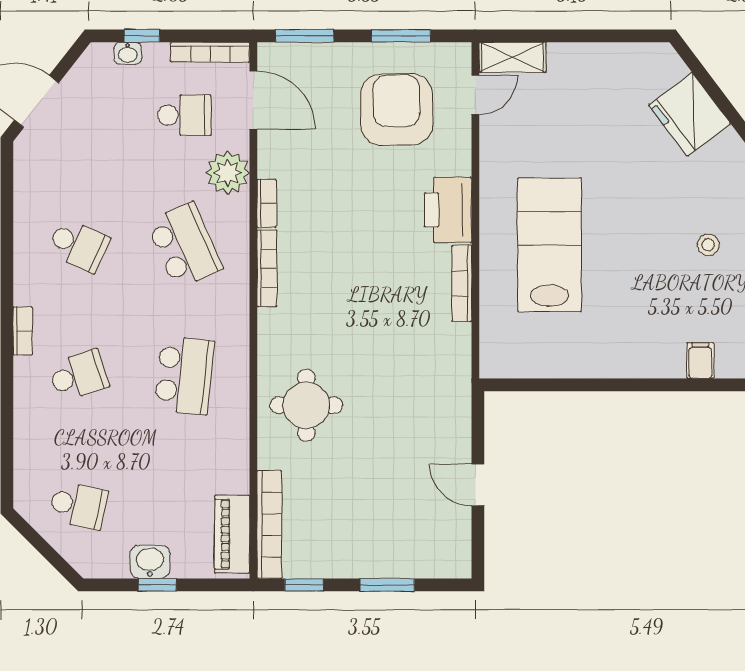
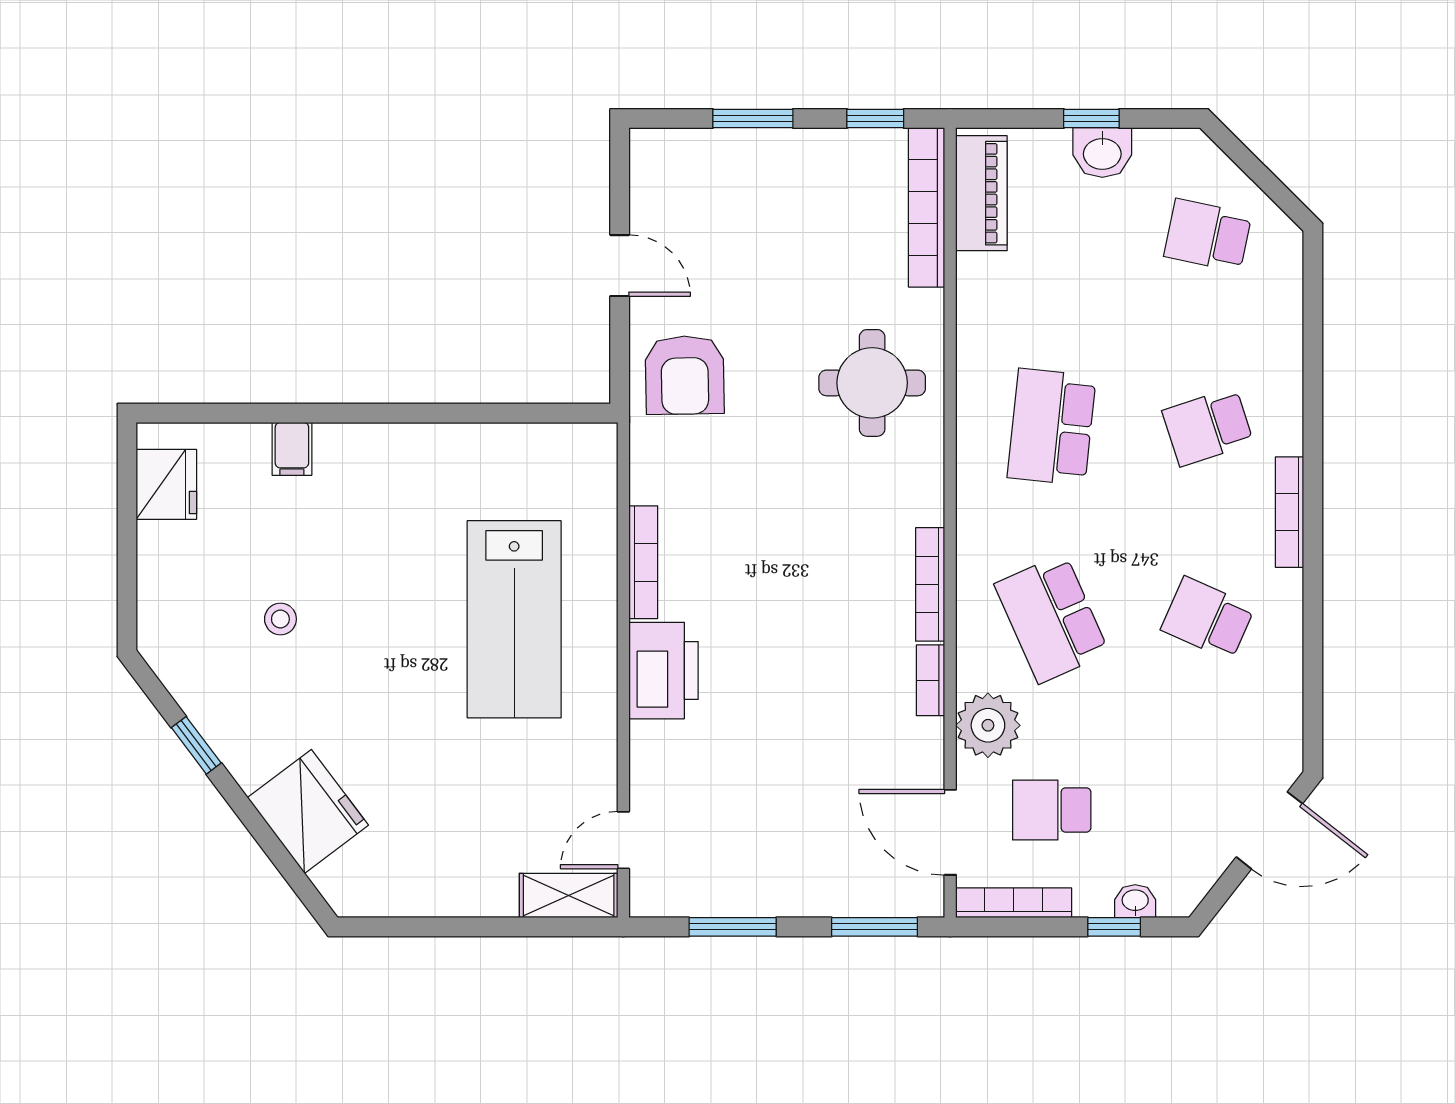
armchair: (397, 110) -> (685, 375), moved, width x0.73, depth x0.73
bookcase: (23, 331) -> (1290, 512), width x1.56

